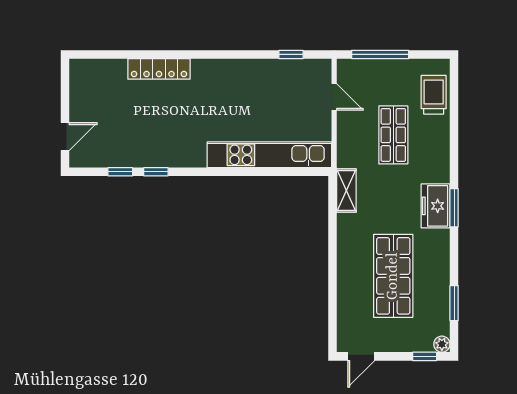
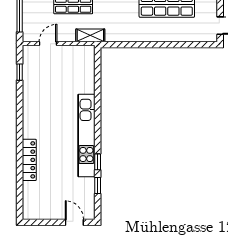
kitchen unit: (269, 155) -> (86, 136), moved
shelving: (346, 191) -> (90, 35), moved

